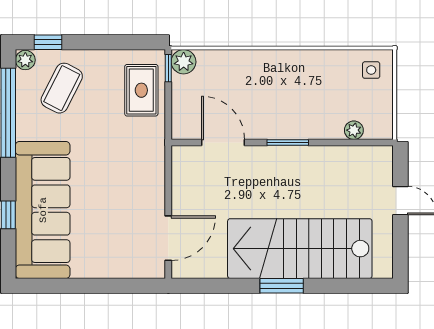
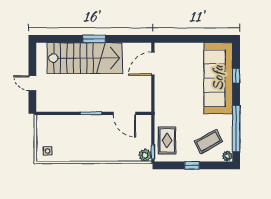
window: (48, 42) -> (192, 165), moved
coffee table: (62, 88) -> (208, 142), turned 34
plant: (354, 130) -> (57, 120), removed

